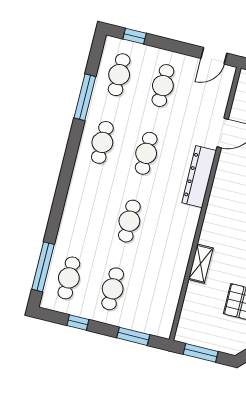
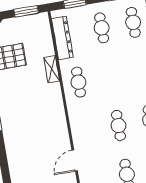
dresser: (199, 177) -> (62, 38), moved
cafe table: (129, 221) -> (78, 82), moved

